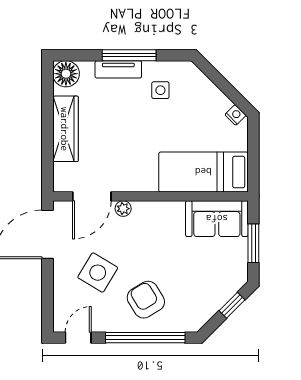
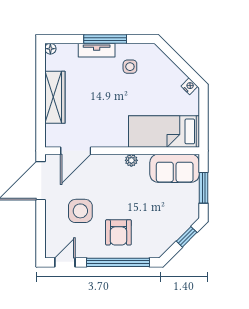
floor lamp: (66, 74) -> (50, 49), width x0.53, depth x0.53
plant: (123, 209) -> (131, 160), moved
side table: (98, 273) -> (80, 211), turned -31
armchair: (146, 300) -> (118, 232), turned -149

